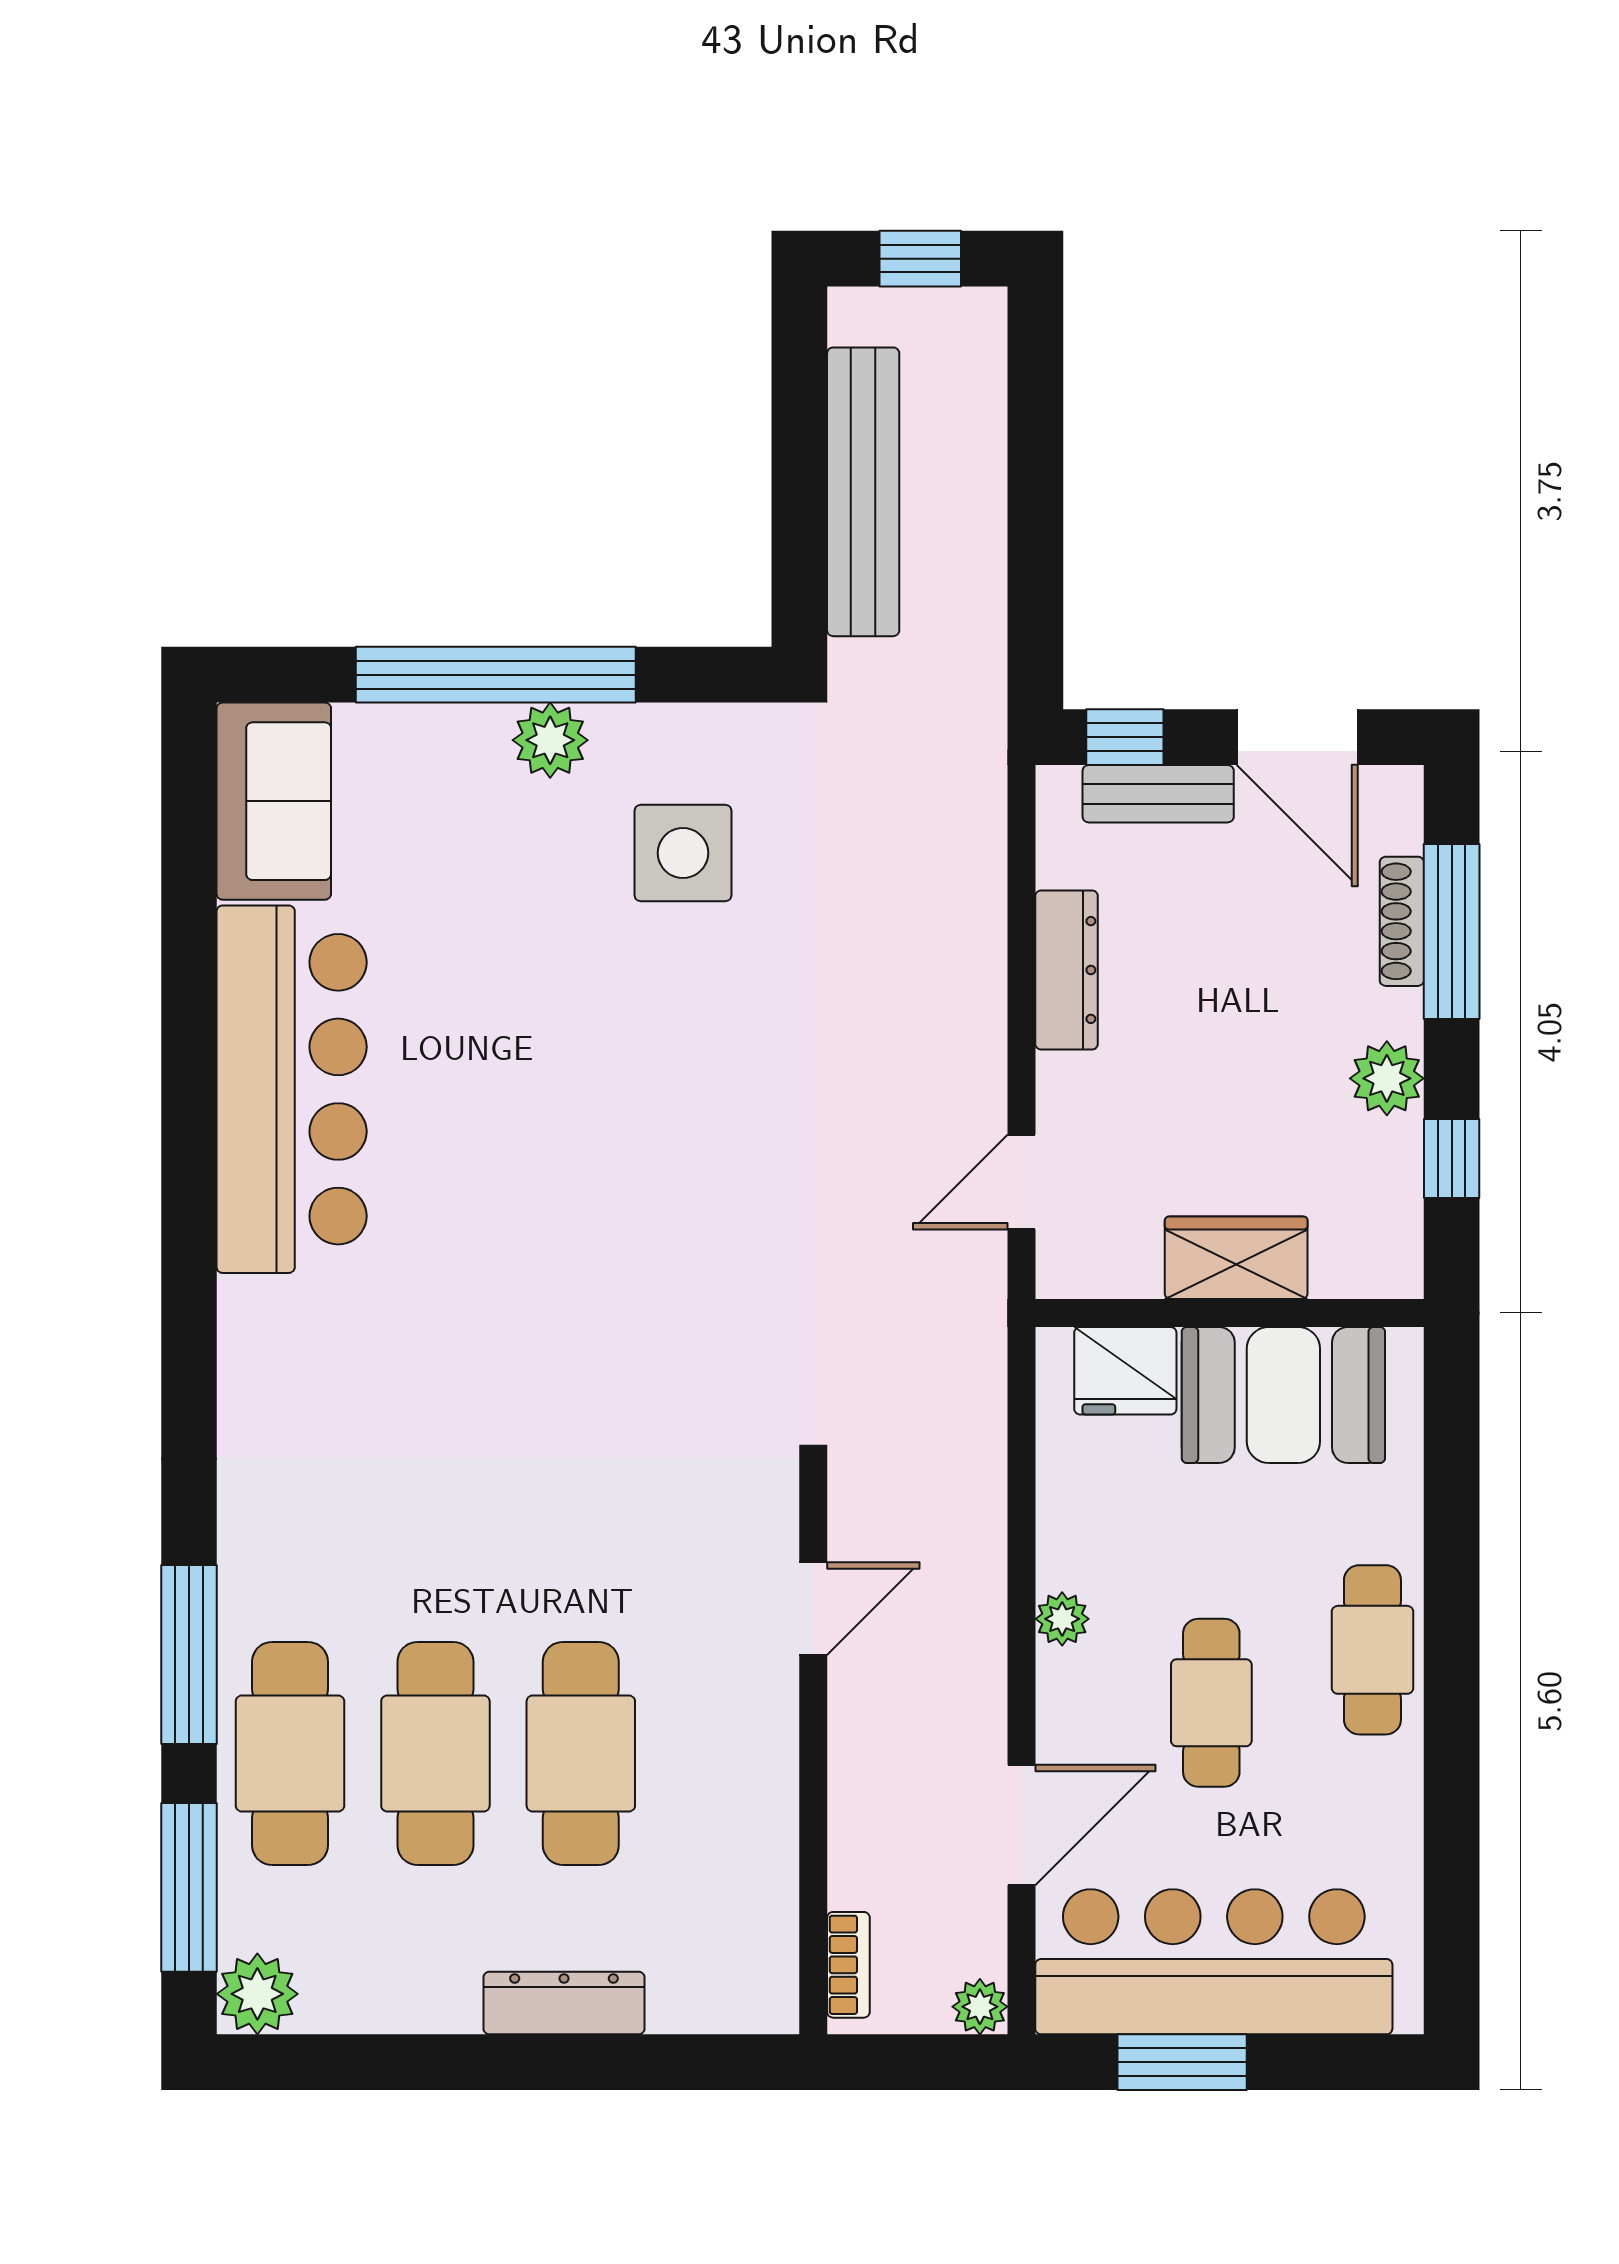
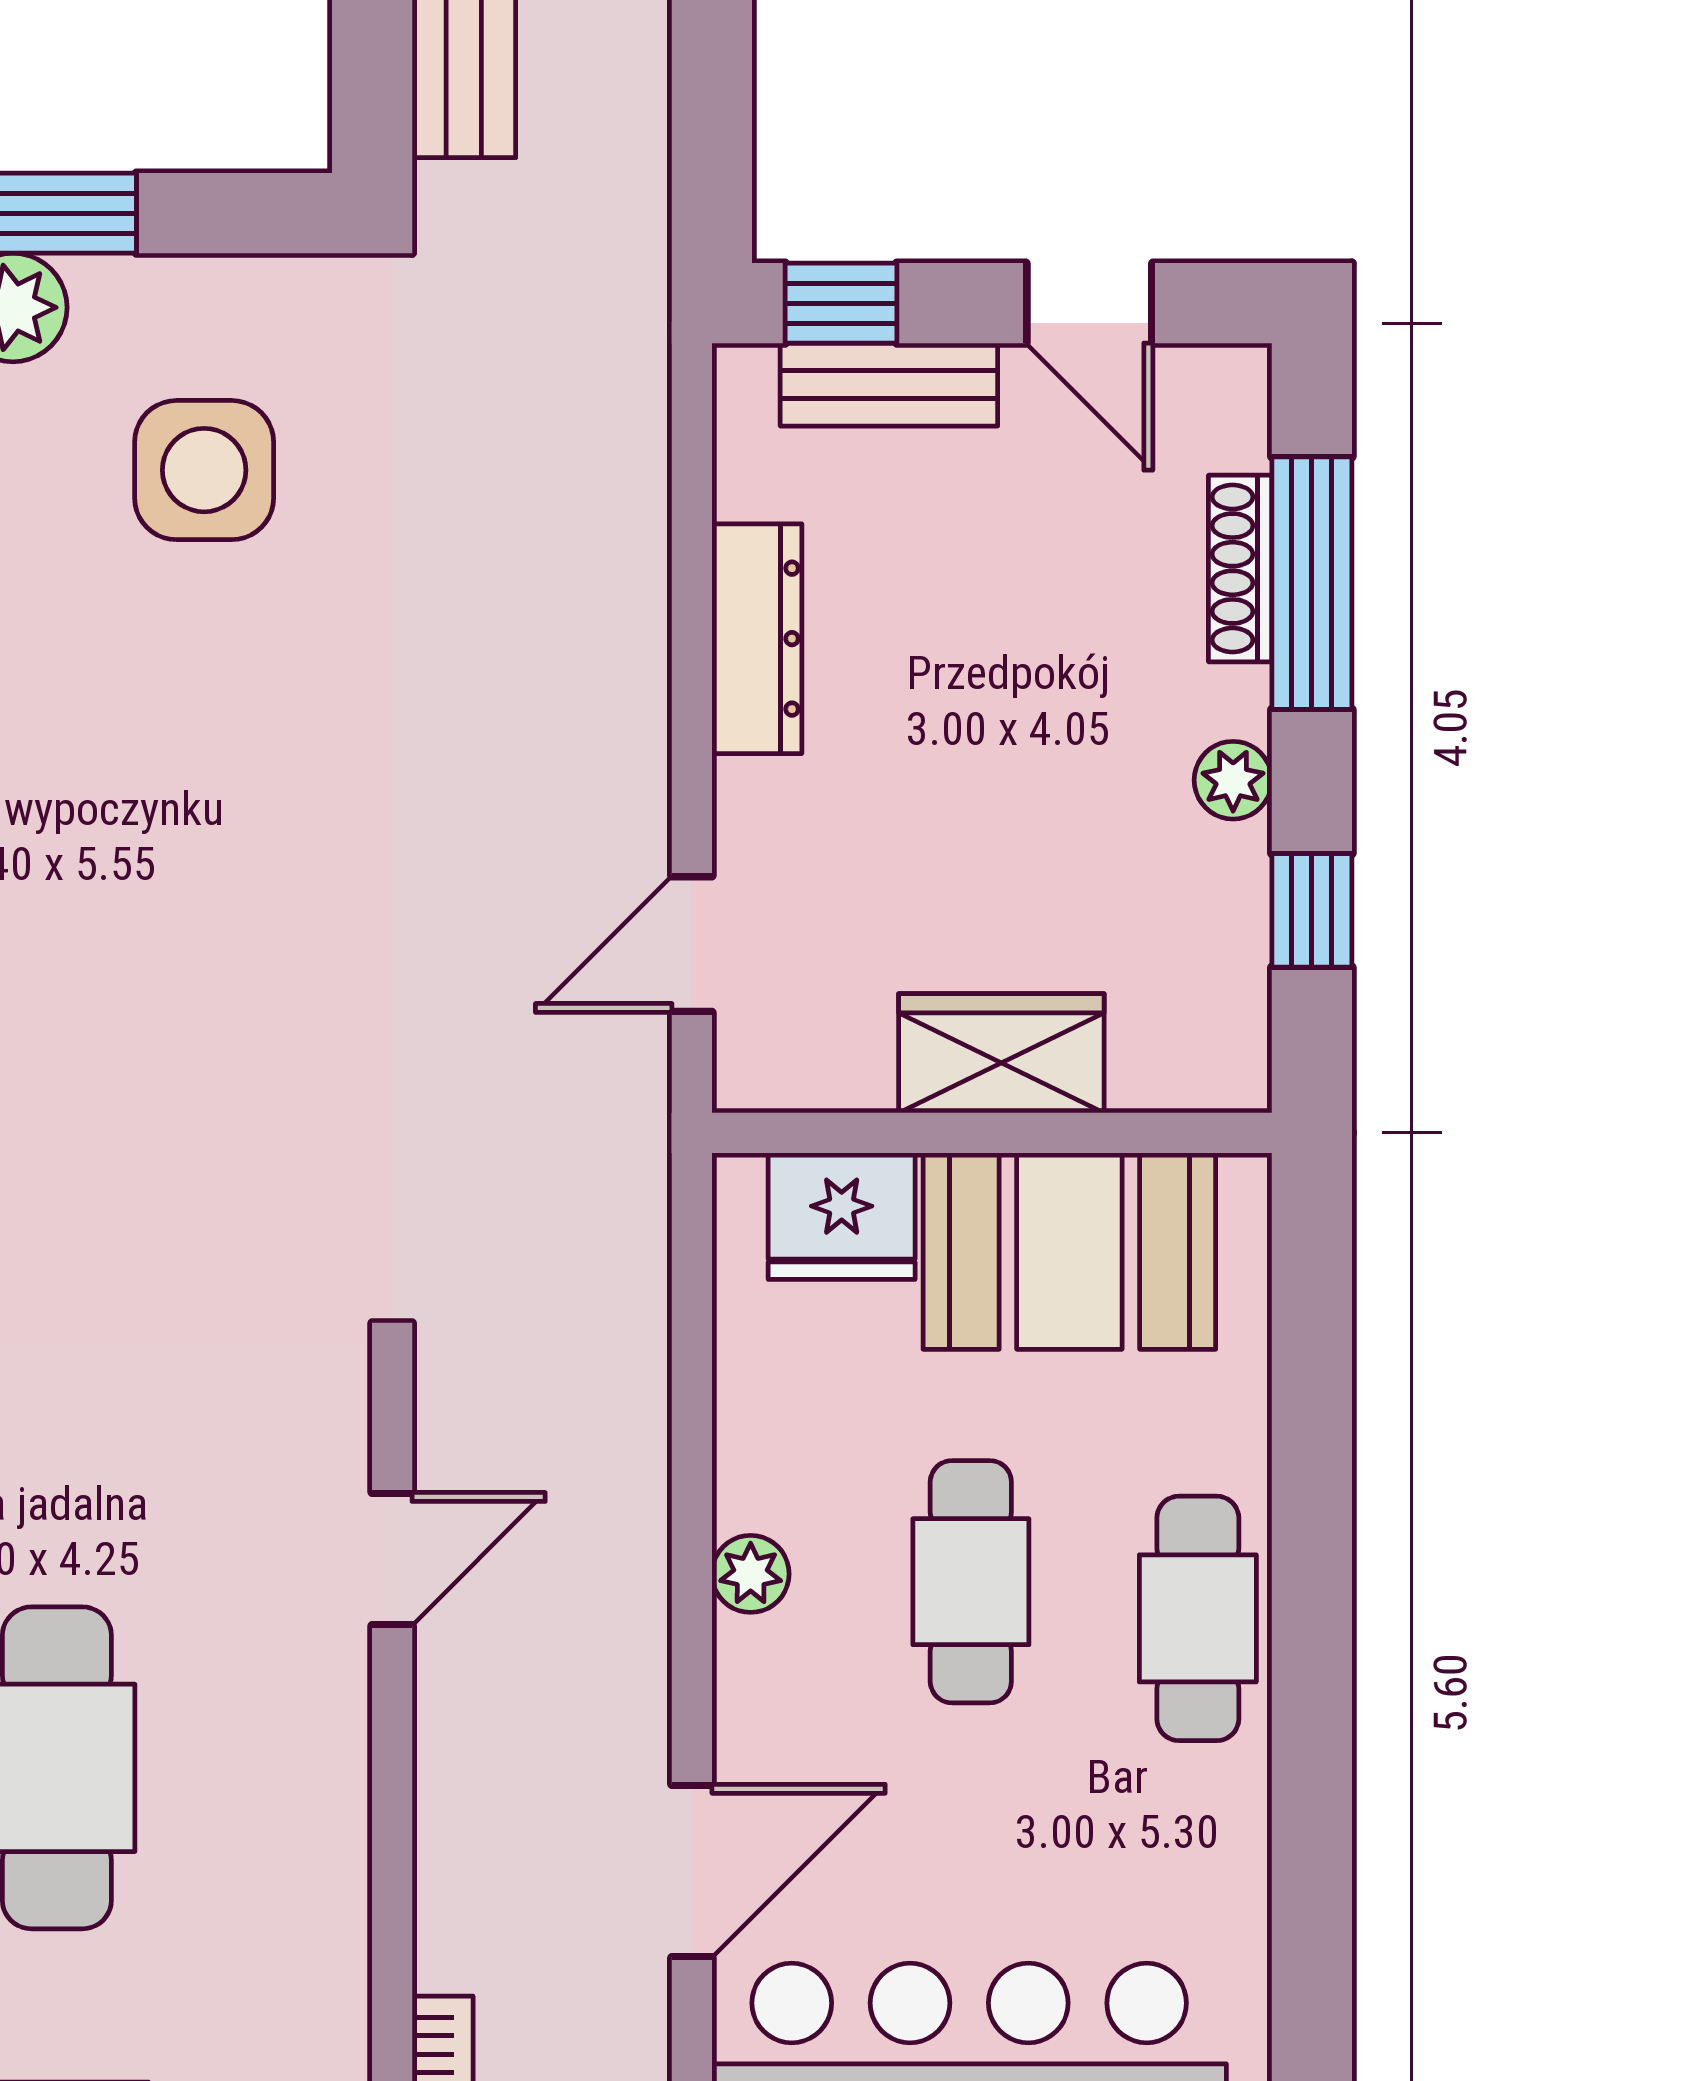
door: (1297, 737) -> (1089, 303), width x0.73
plant: (1387, 1078) -> (1233, 780), width x0.73, depth x0.73
cafe table: (1211, 1703) -> (971, 1582), moved

